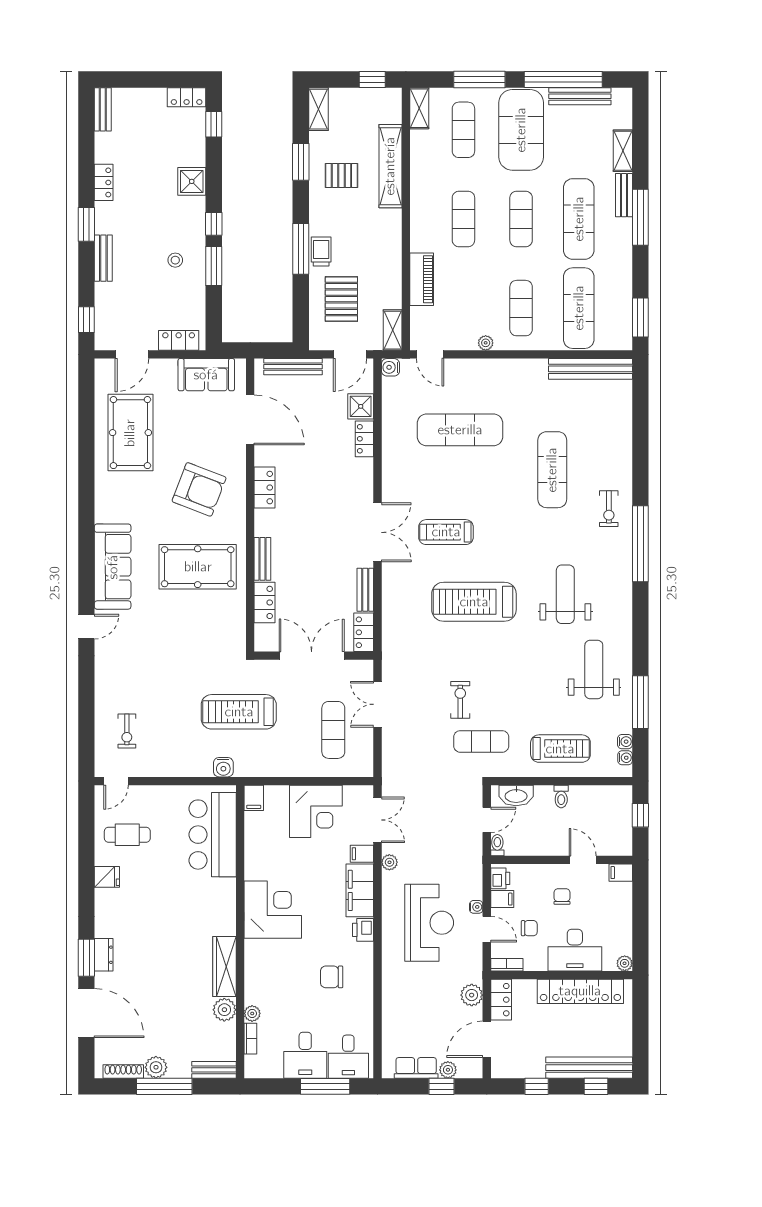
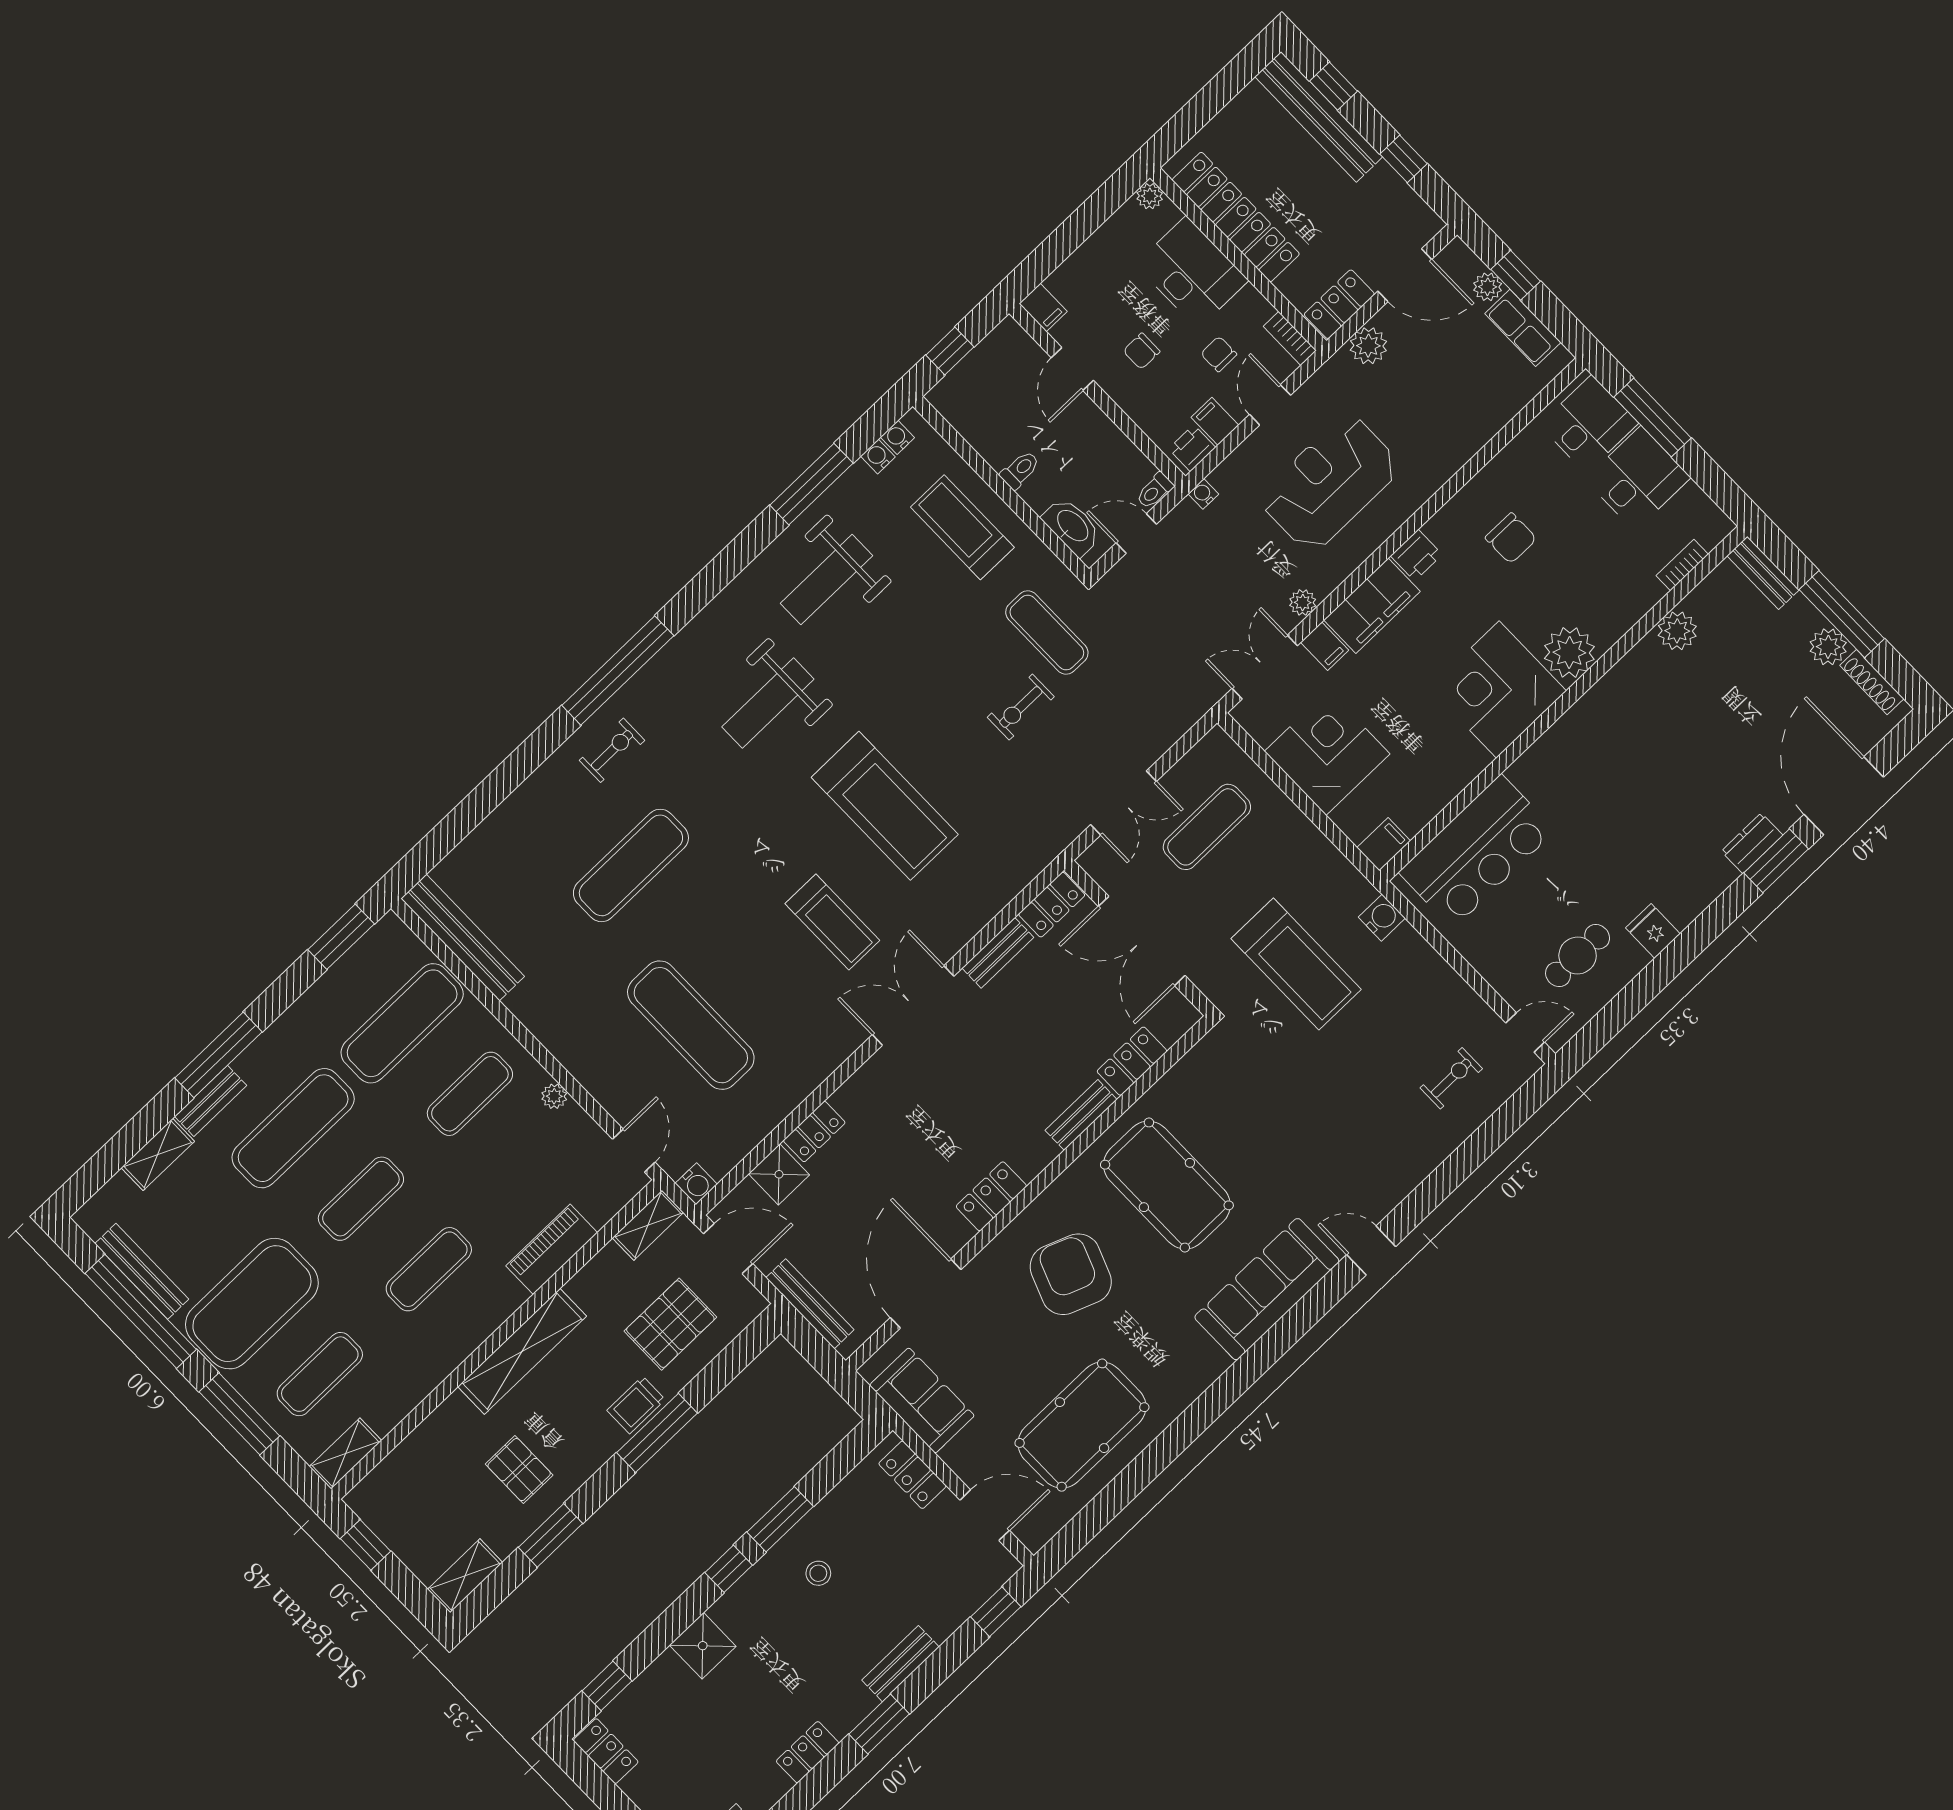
shelving: (390, 166) -> (522, 1351), moved
cafe table: (127, 835) -> (1578, 956), turned 90
water cooler: (476, 907) -> (1203, 494), moved
wardrobe: (224, 966) -> (1624, 682), removed
plant: (252, 1013) -> (1569, 652), moved, width x1.88, depth x1.88

